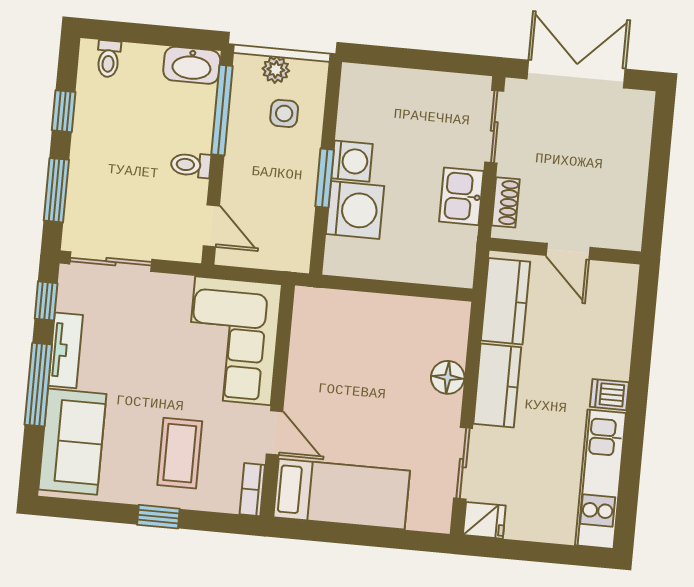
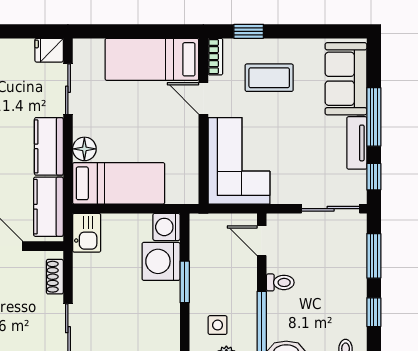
washing machine: (352, 161) -> (166, 227), moved
kitchen sink: (461, 196) -> (87, 233), moved
bed: (404, 325) -> (119, 183), added
coffee table: (180, 453) -> (269, 78), turned 90
window: (158, 517) -> (249, 31), moved

